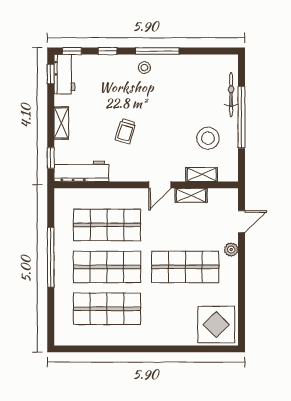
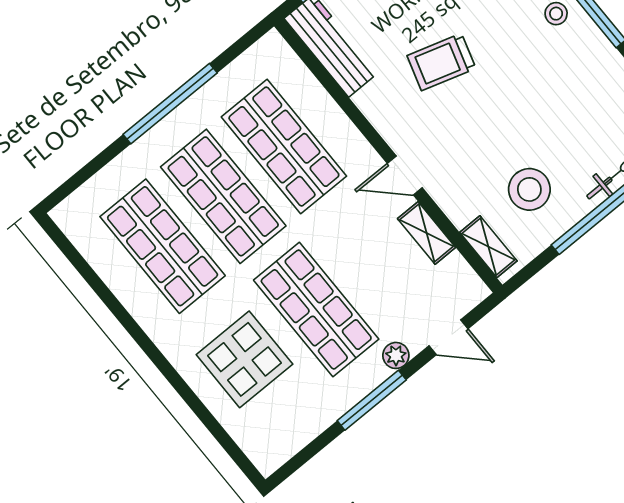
trolley: (125, 131) -> (441, 62), width x1.36, depth x1.39
shelving: (202, 175) -> (488, 247), moved
window: (241, 275) -> (372, 400), added
display table: (216, 325) -> (244, 359), moved

